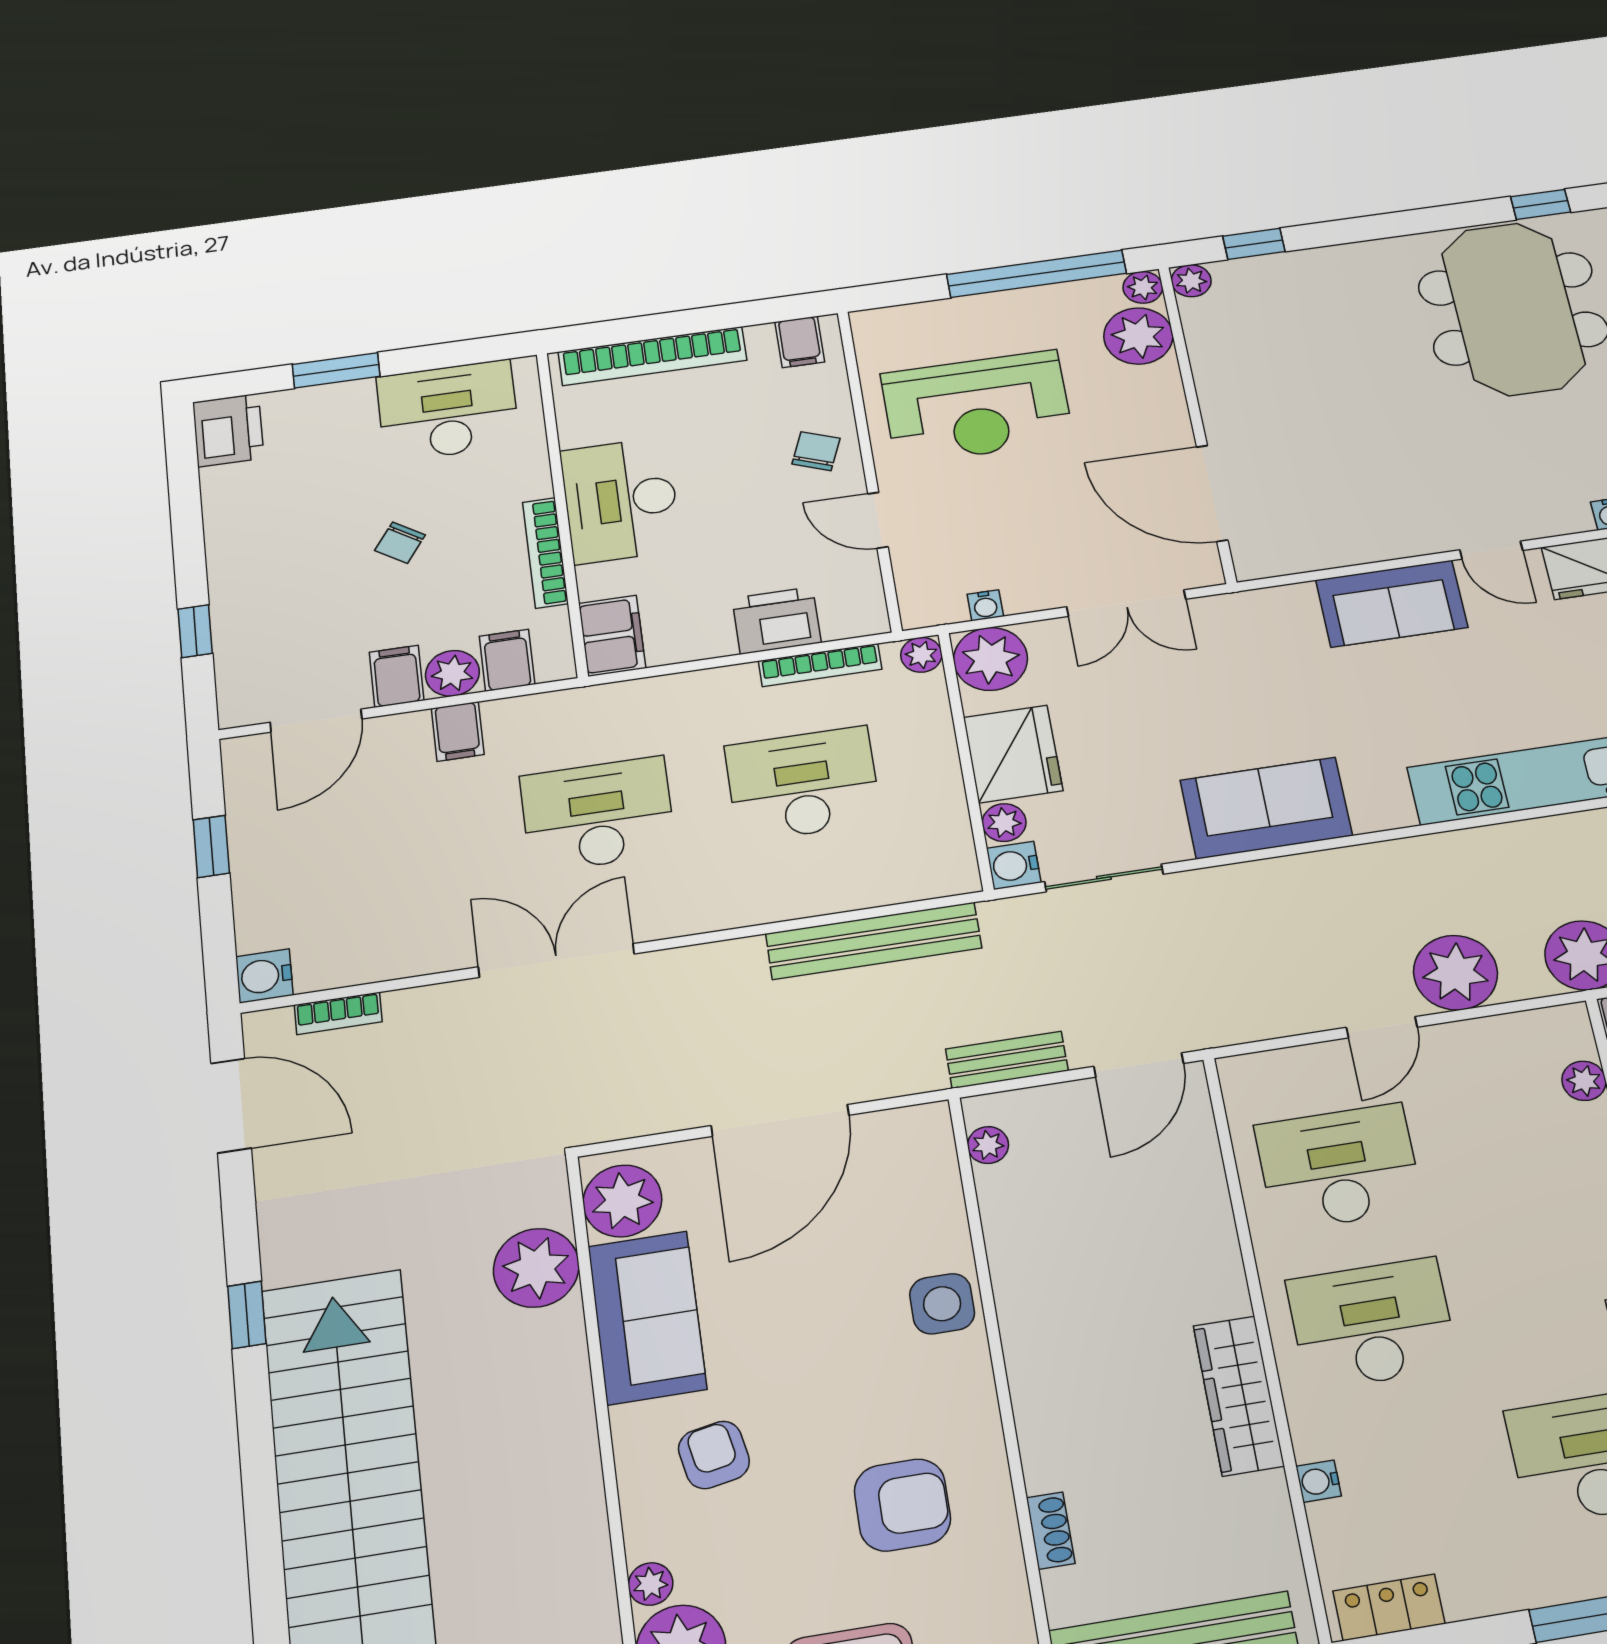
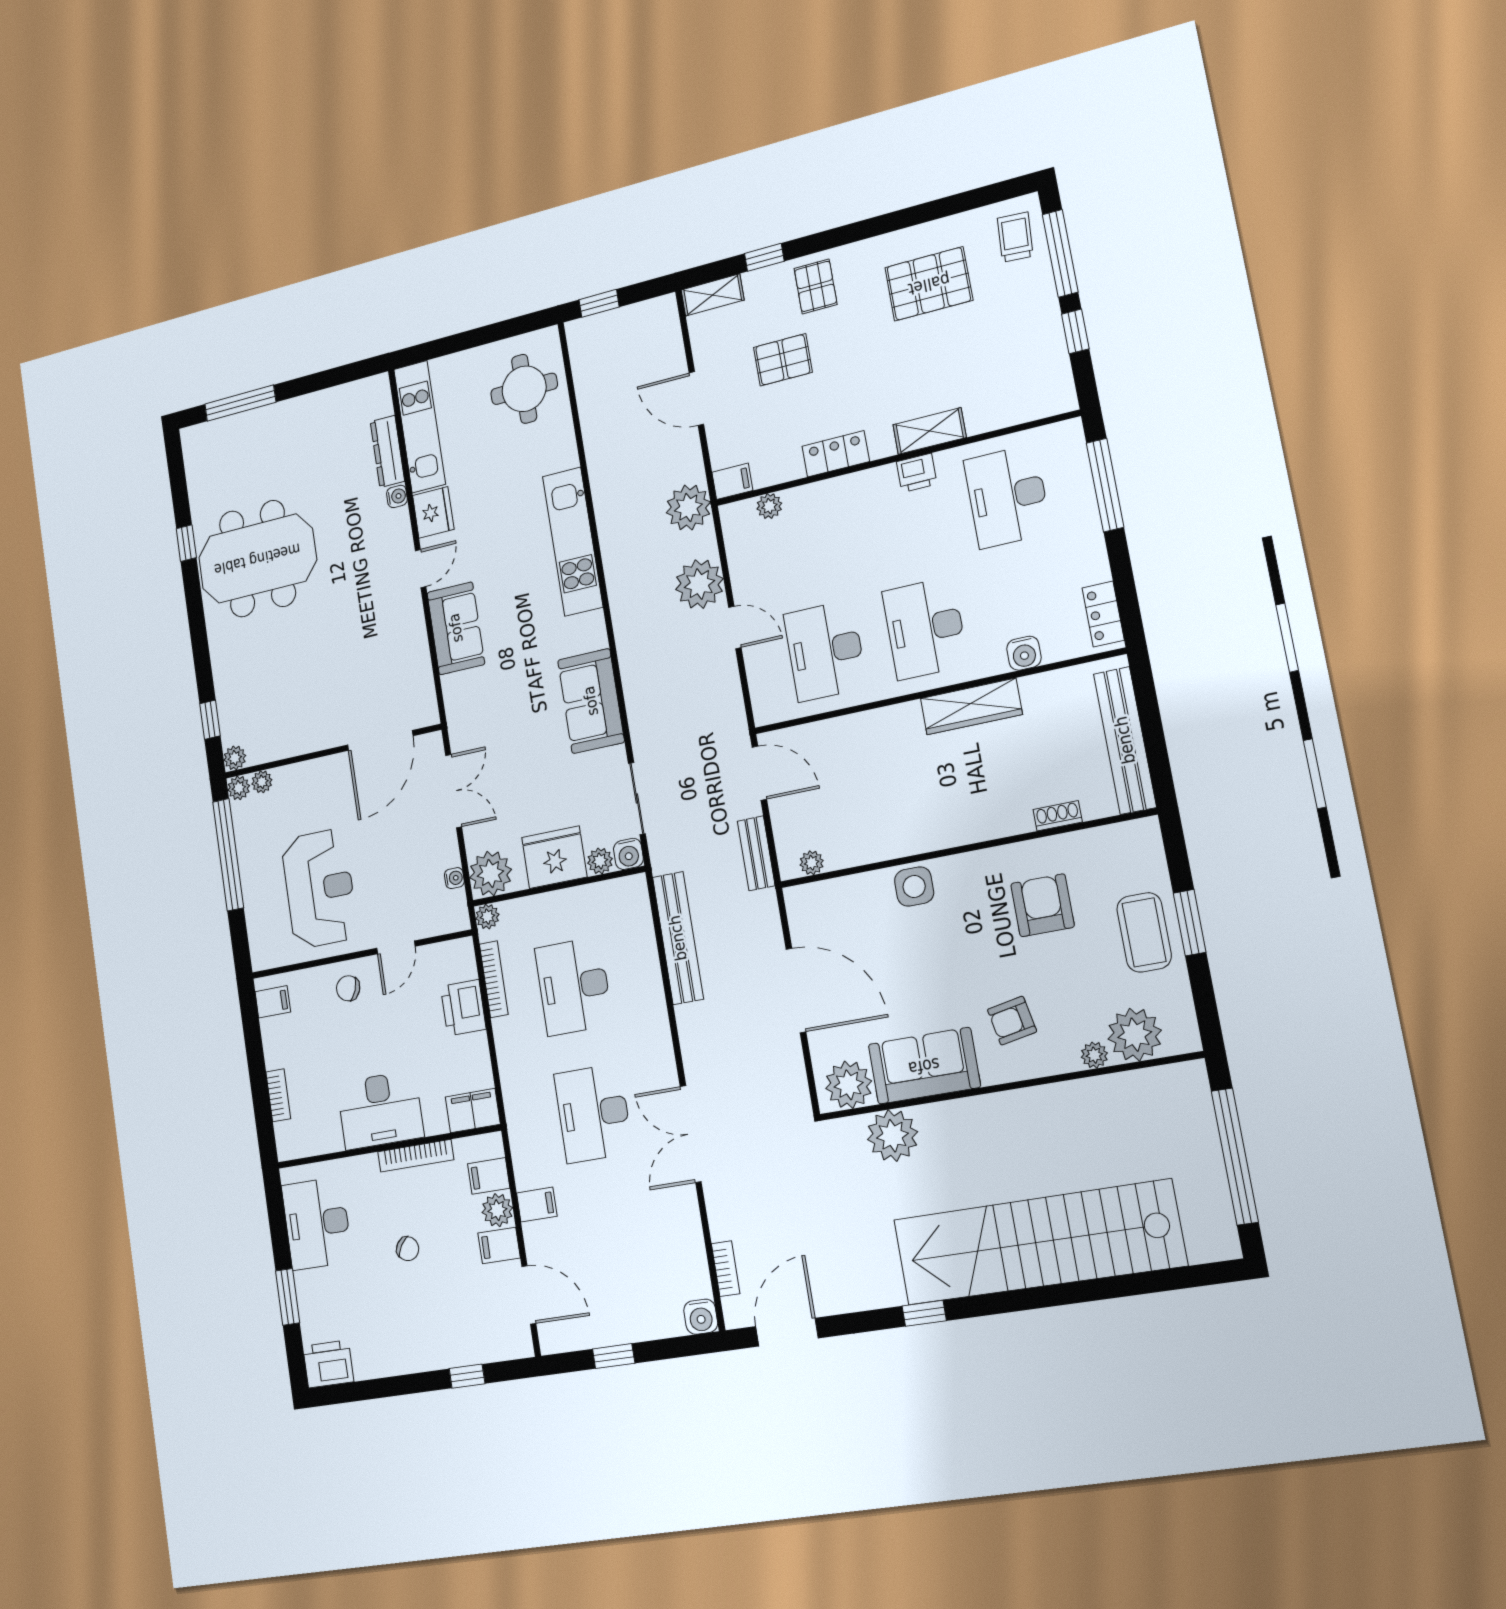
plant: (1138, 336) -> (262, 782), width x0.53, depth x0.53
bookcase: (652, 356) -> (278, 1095), width x0.43, depth x0.76
water cooler: (1319, 1481) -> (1024, 653), width x1.38, depth x1.38

